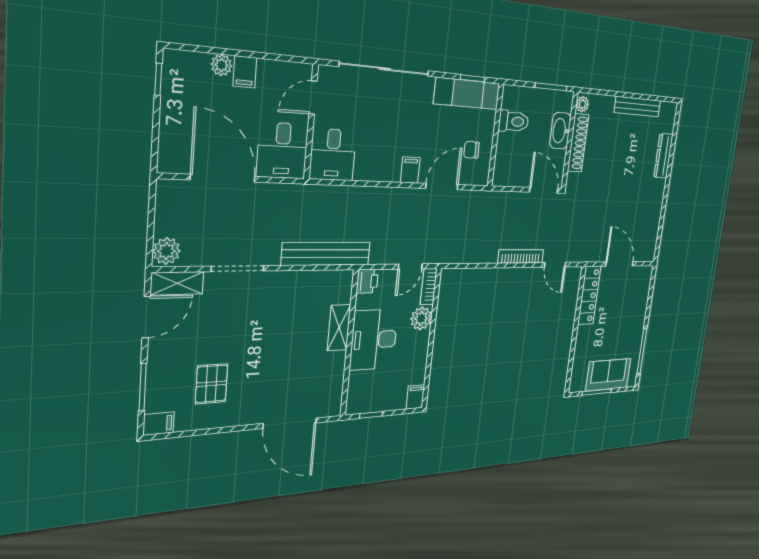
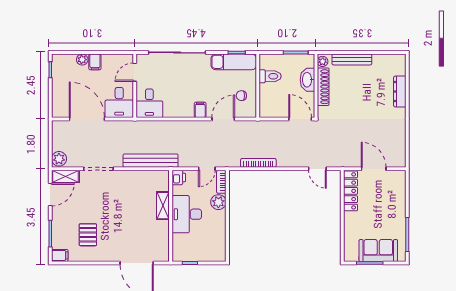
bench: (637, 107) -> (352, 59), moved
bookcase: (521, 256) -> (258, 163), moved
filing cabinet: (415, 397) -> (220, 254), removed

